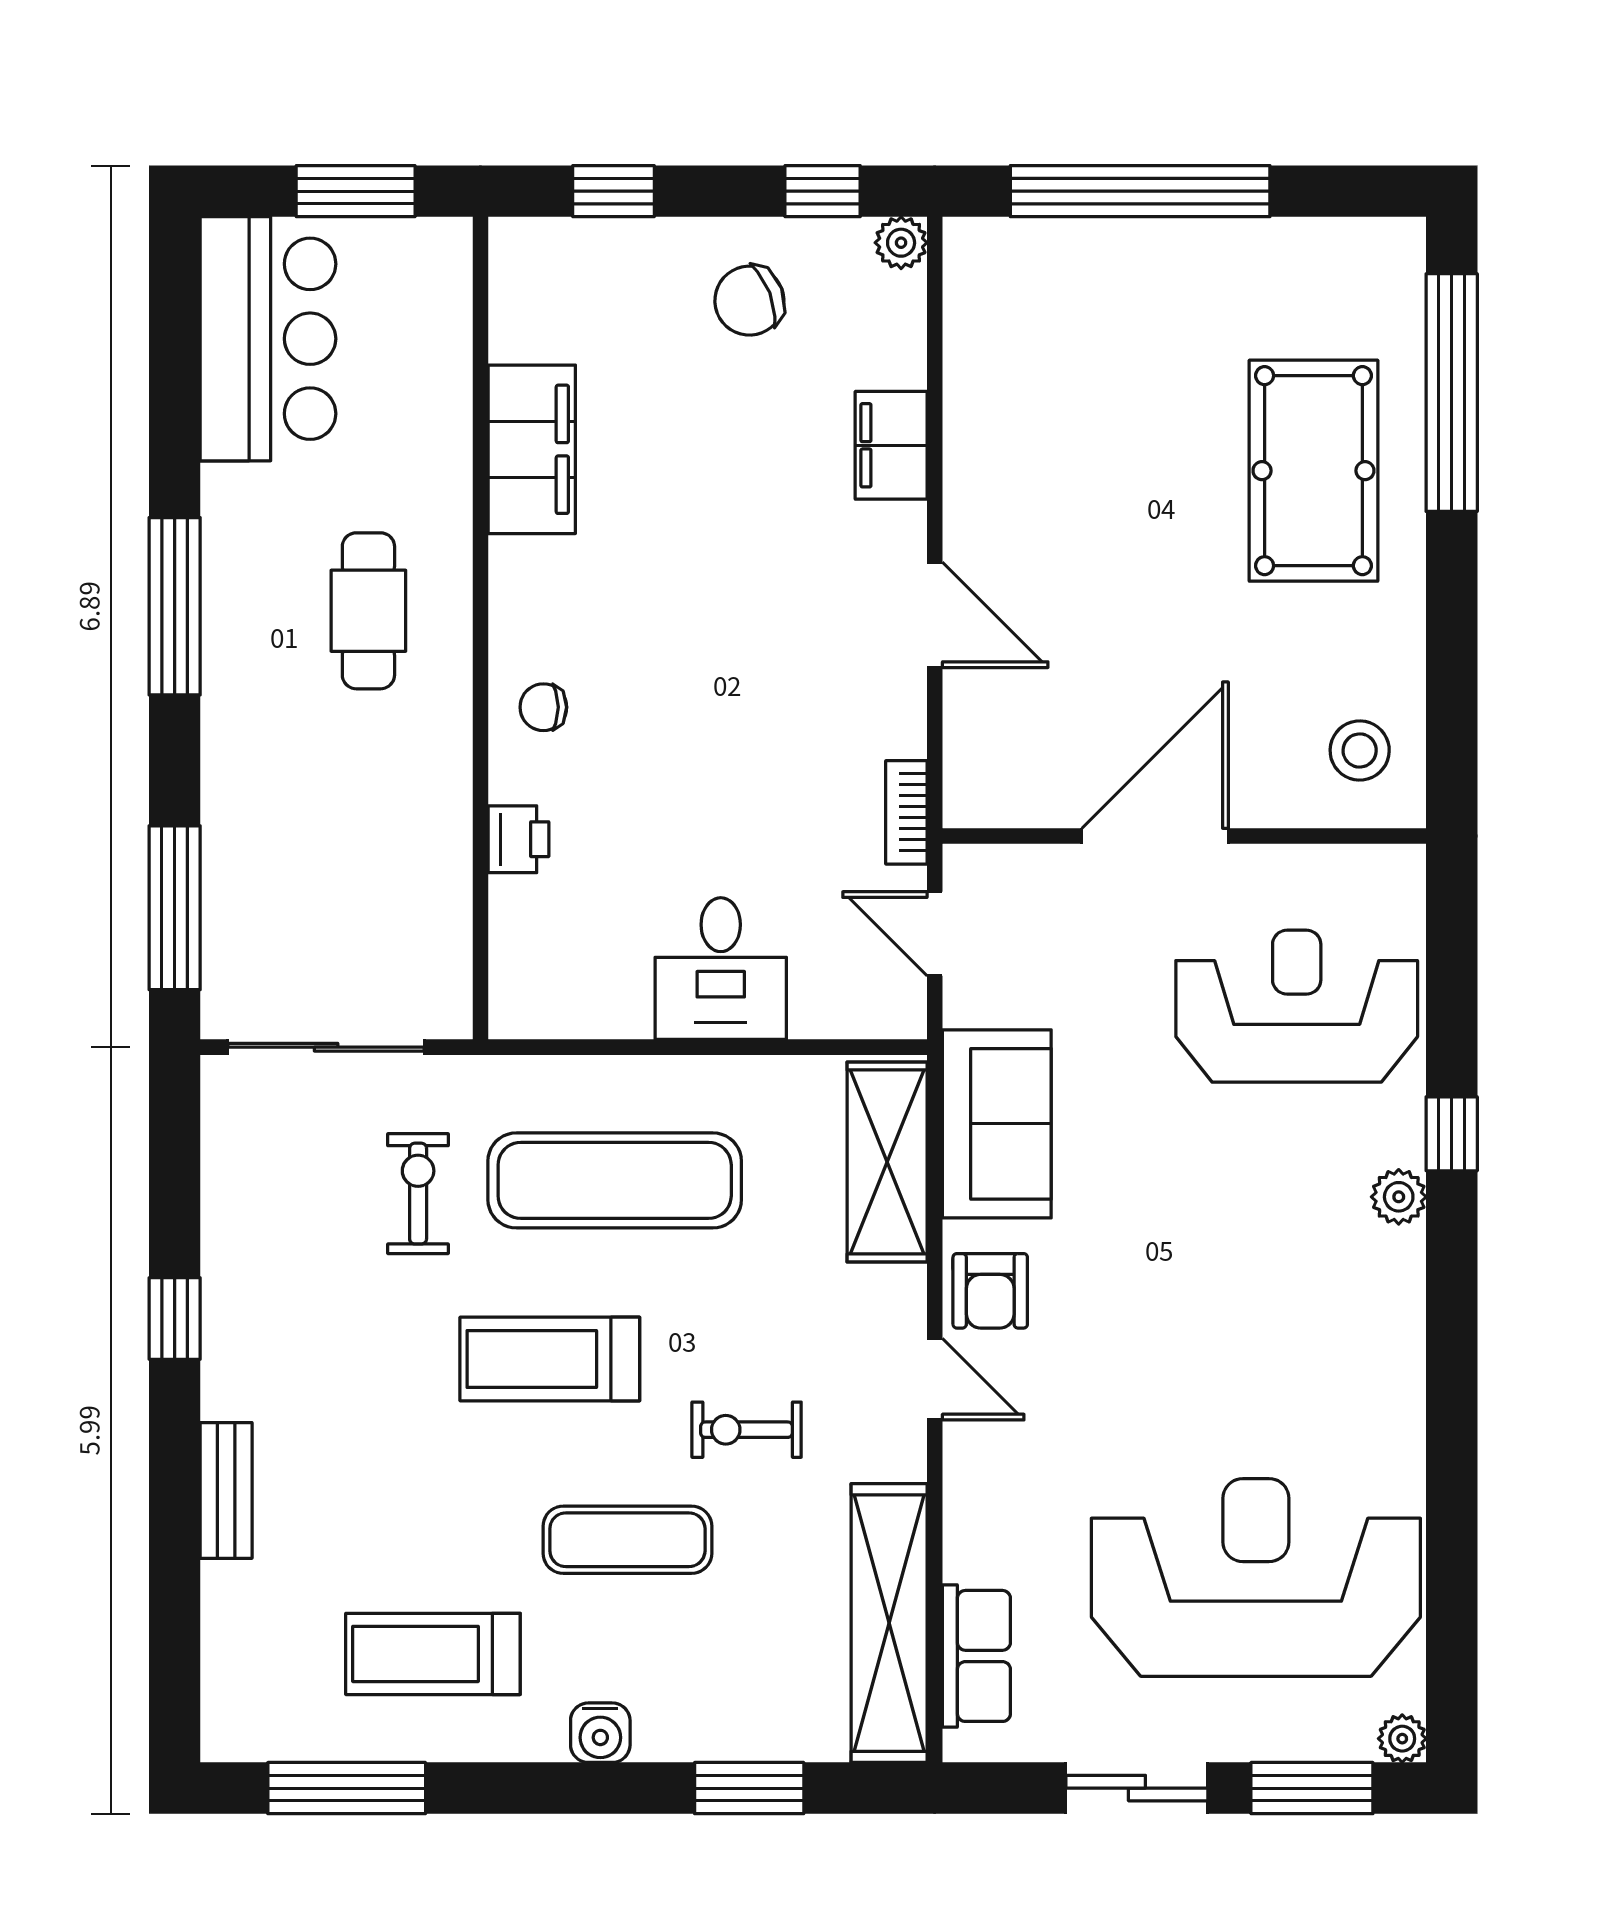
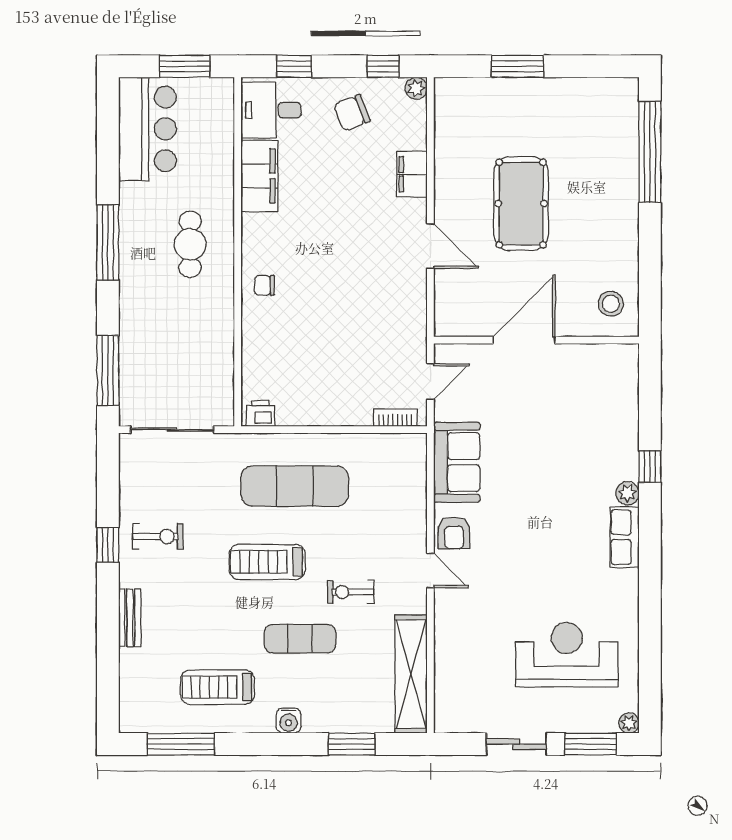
window: (1140, 191) -> (518, 66), width x0.47
pool table: (1313, 471) -> (521, 204), moved
bookcase: (906, 812) -> (395, 418), moved, turned 90
printer: (519, 839) -> (261, 413), moved, turned -90
door: (935, 934) -> (430, 382), swing flipped
desk: (721, 969) -> (271, 110), moved, turned 90
reception desk: (1297, 1006) -> (584, 412), removed
shelving: (887, 1162) -> (410, 478), removed
exercise bike: (418, 1194) -> (158, 536), moved, turned 90
reception desk: (1256, 1577) -> (567, 655), width x0.74, depth x0.77
row of seats: (976, 1656) -> (625, 537), moved, turned 180

